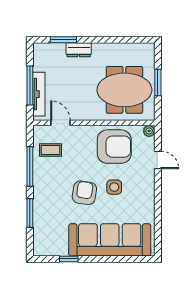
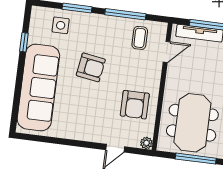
window: (158, 82) -> (196, 159), width x1.44
armchair: (114, 147) -> (135, 105), width x0.73, depth x0.73
side table: (114, 187) -> (61, 25), moved

